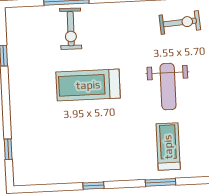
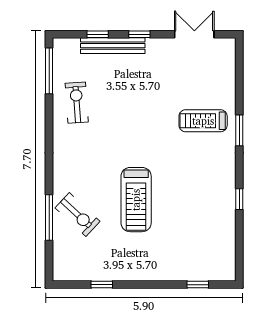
exercise bike: (71, 29) -> (78, 215), turned 42
weight bench: (168, 87) -> (142, 118), removed

